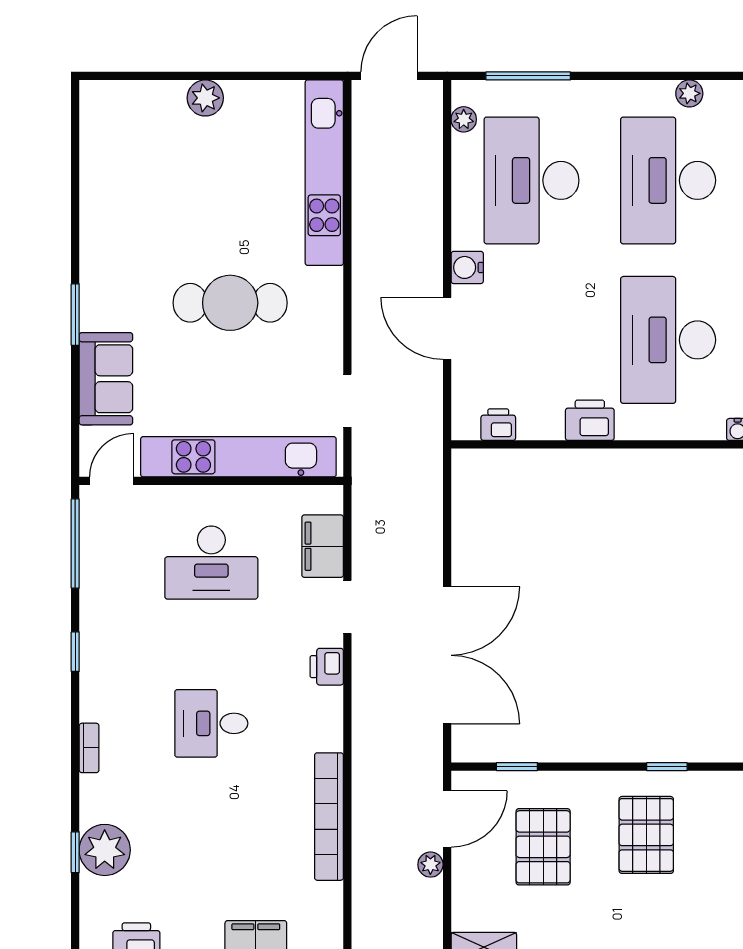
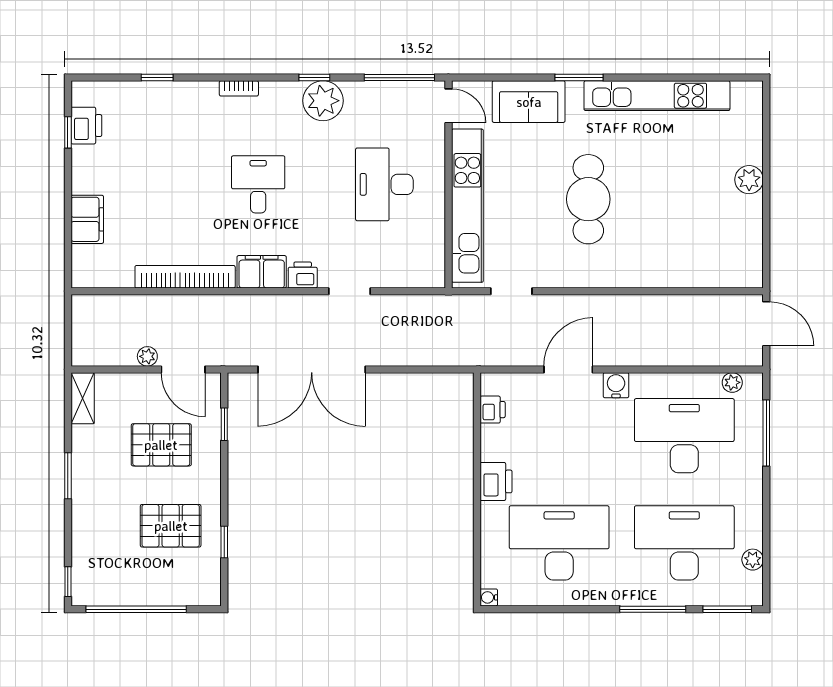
kitchen unit: (324, 173) -> (657, 96), moved, turned 180
filing cabinet: (323, 546) -> (262, 272), moved
plant: (105, 850) -> (323, 101), moved

